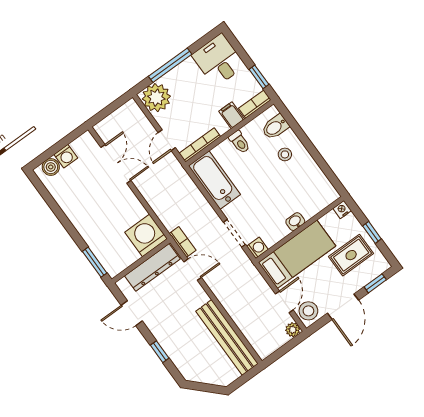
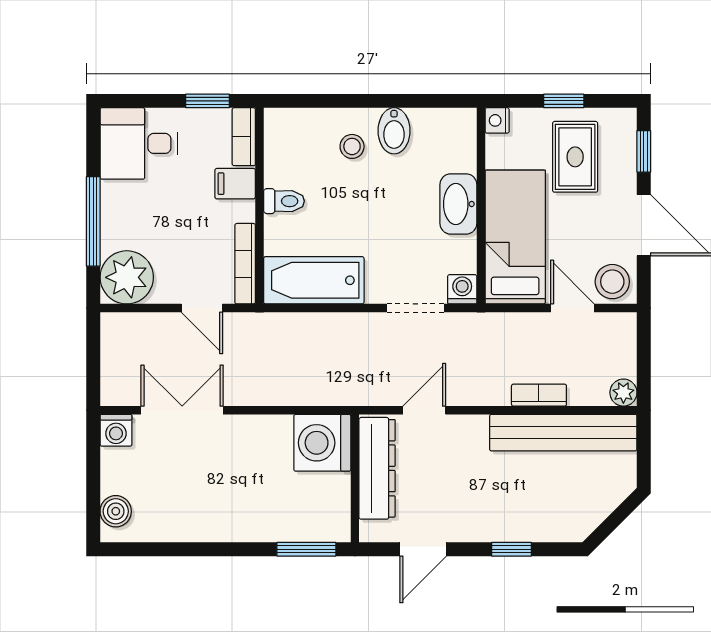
bidet: (275, 127) -> (394, 131), moved
washing machine: (66, 156) -> (116, 430), moved, turned 90
washbasin: (295, 222) -> (458, 204), width x1.91, depth x1.45
bookcase: (183, 242) -> (539, 395), moved
plant: (293, 330) -> (623, 393), moved

